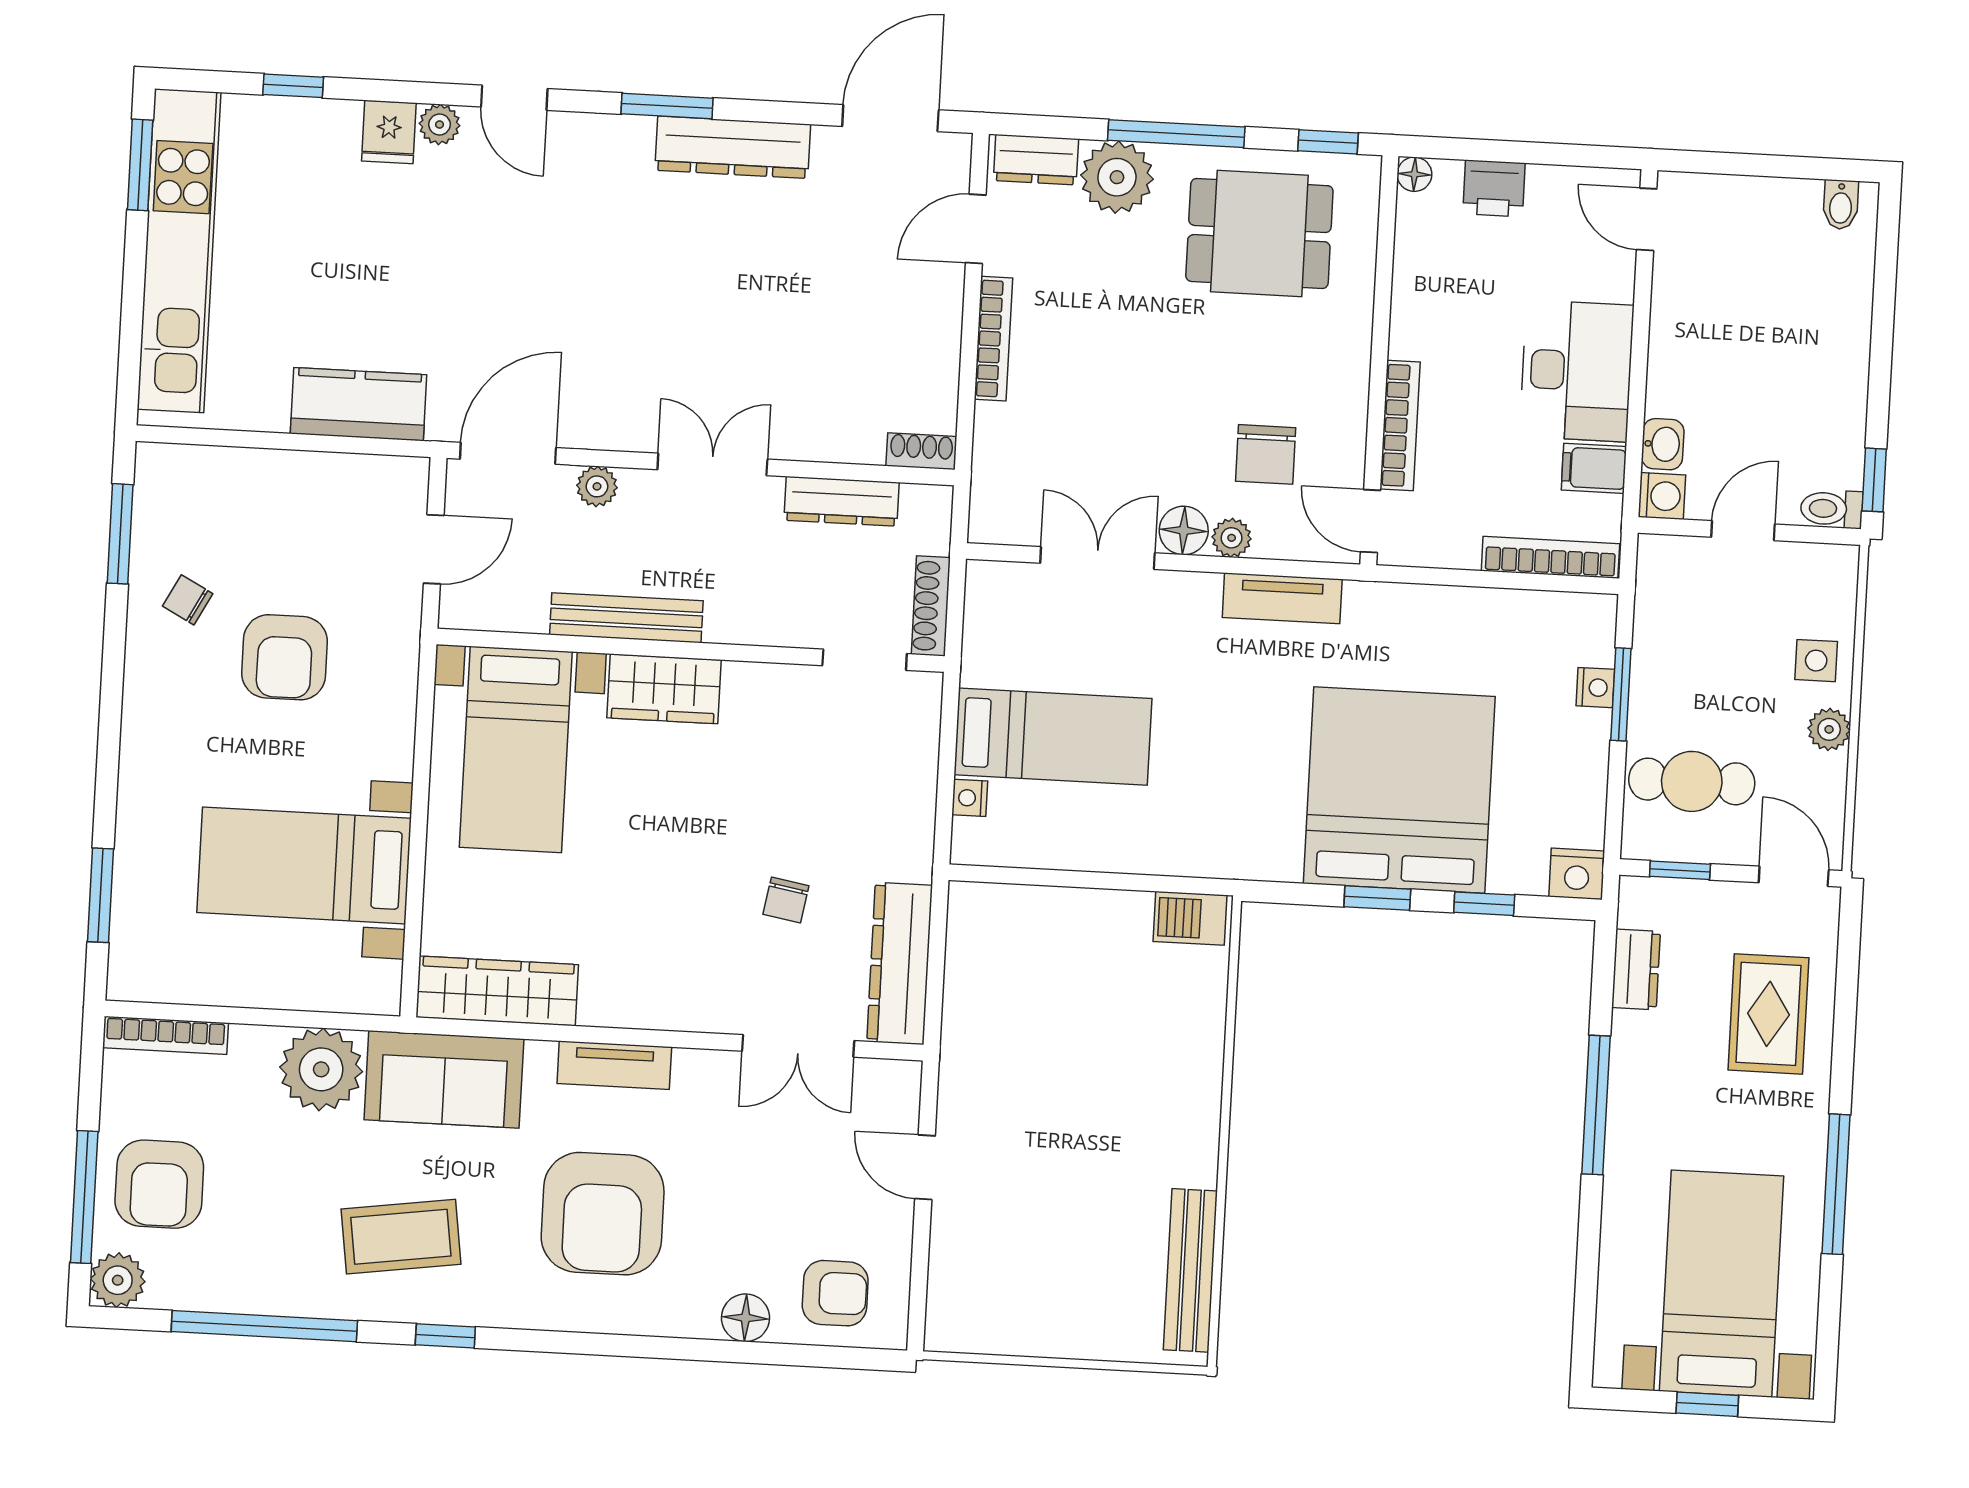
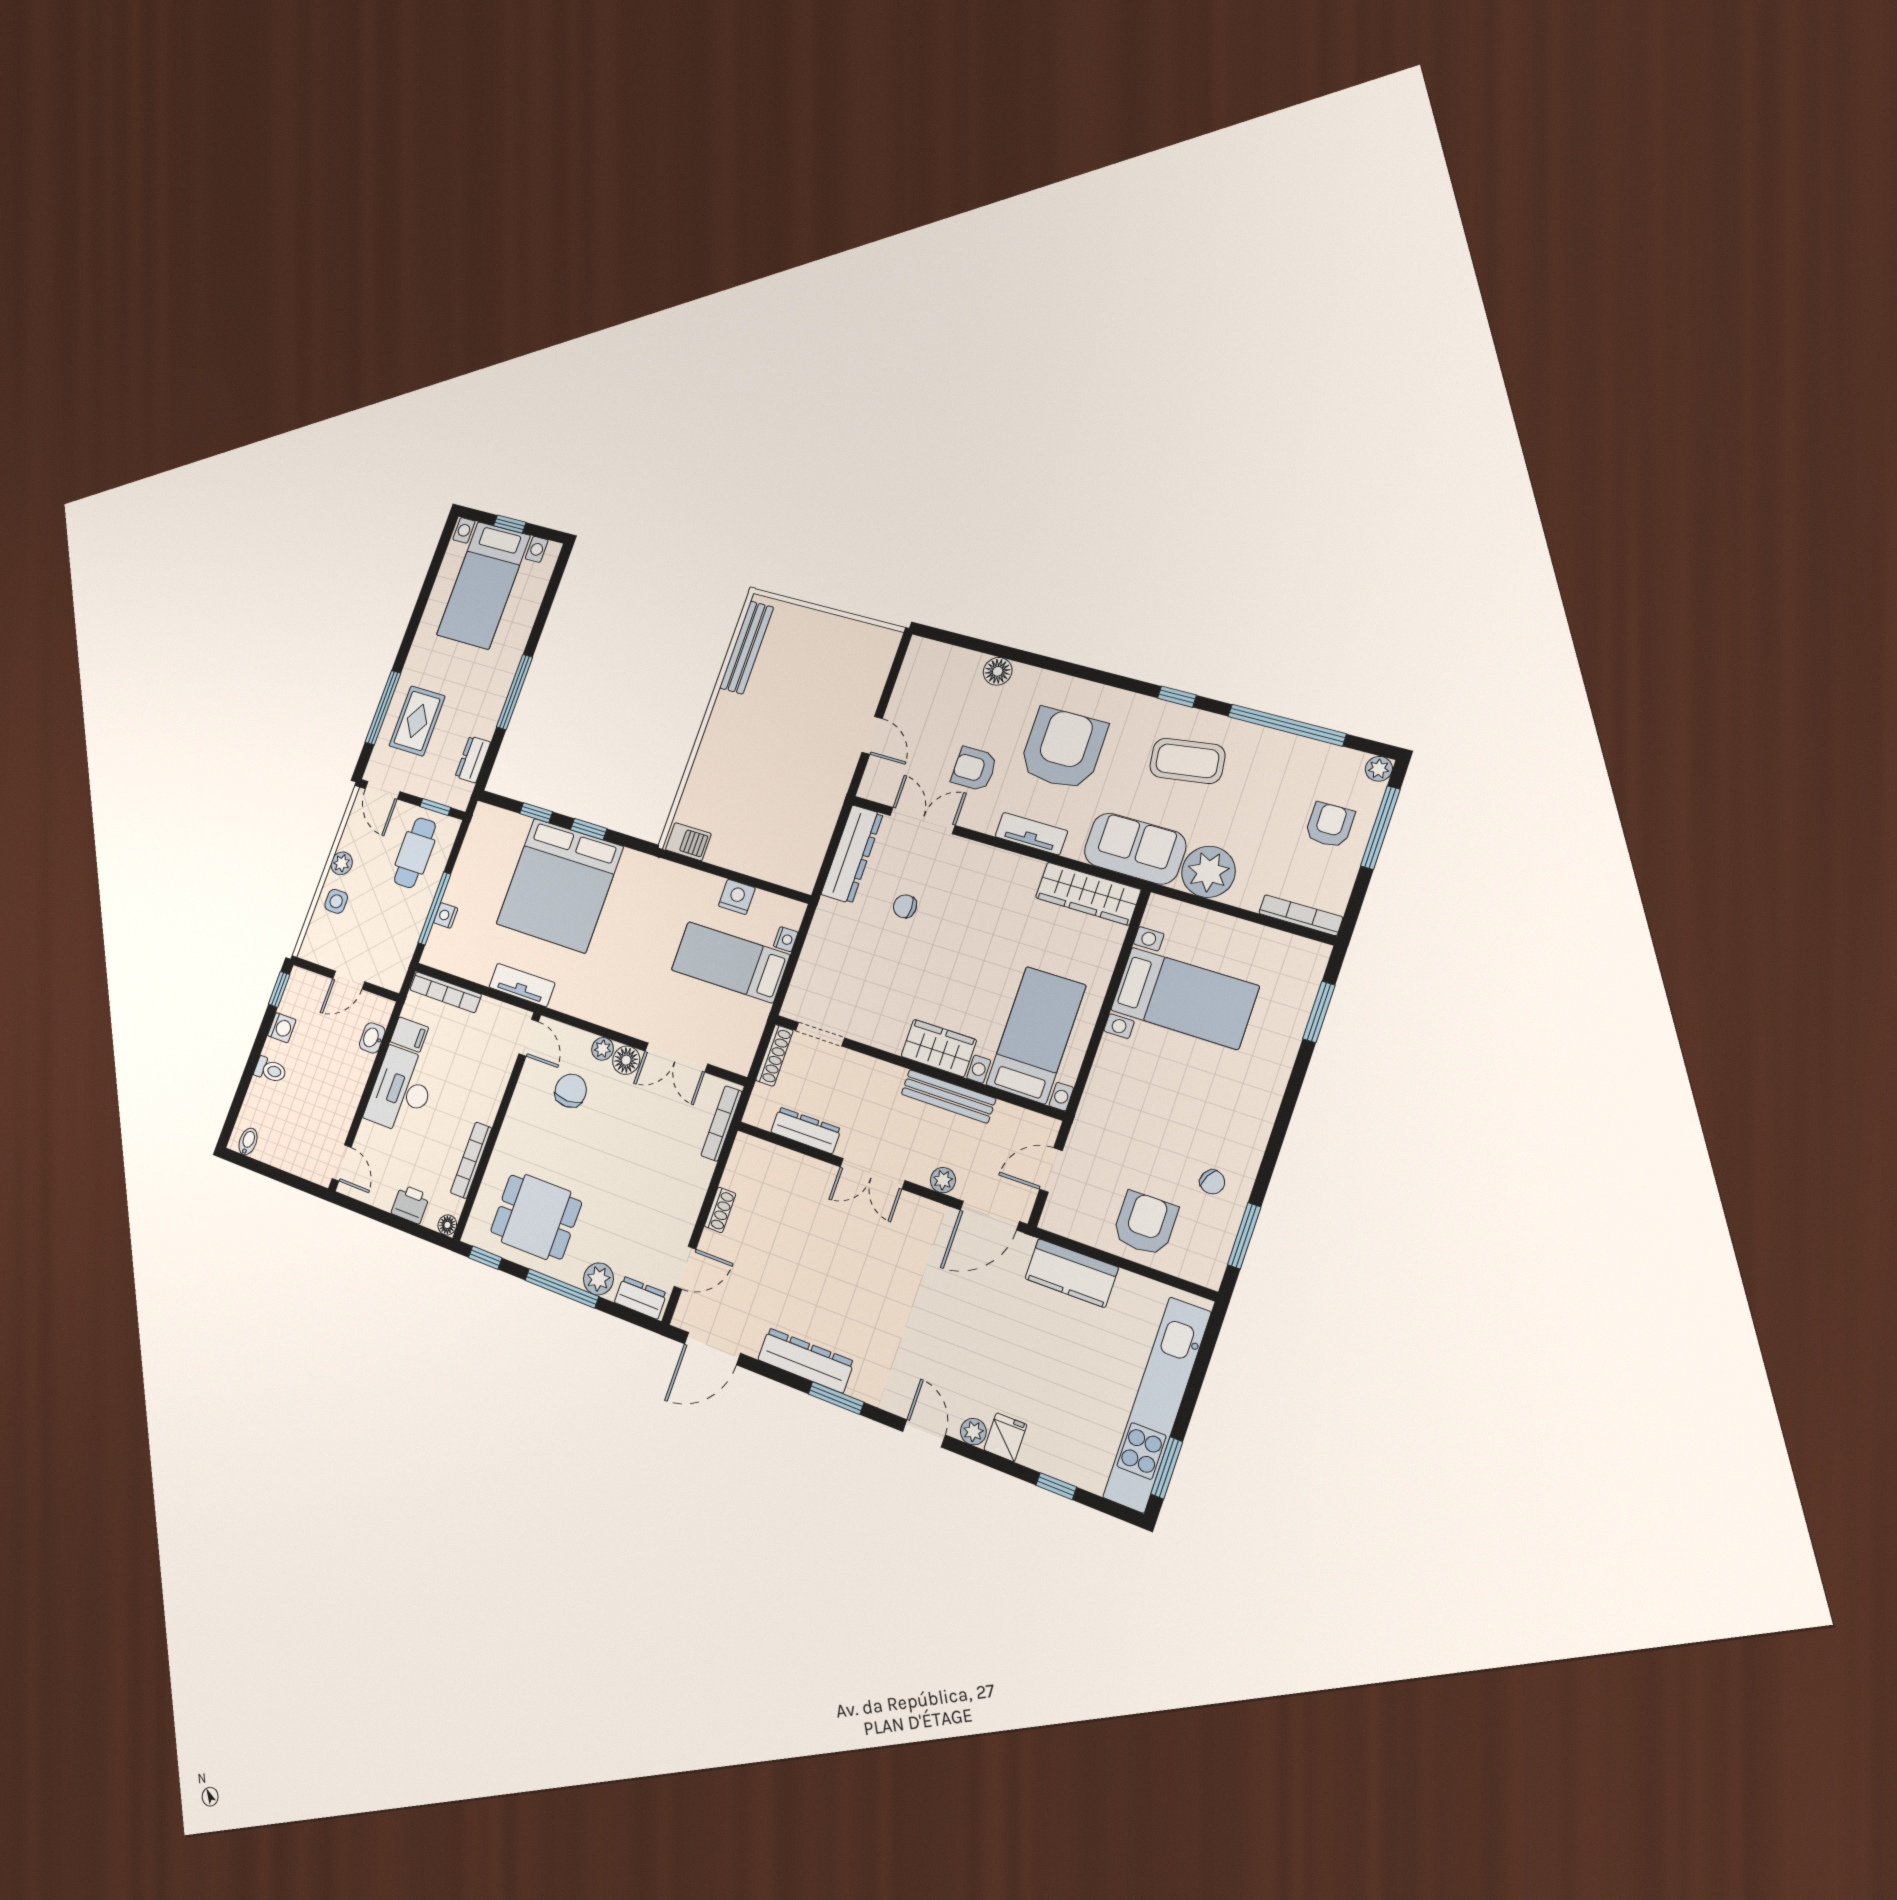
plant: (1117, 177) -> (598, 1279), width x0.73, depth x0.73
bookcase: (993, 339) -> (721, 1123), moved
bookcase: (1400, 425) -> (471, 1160), moved
shoe rack: (921, 451) -> (720, 1210), moved, turned -90
washing machine: (1662, 496) -> (282, 1028), moved, turned 180
toilet: (1832, 509) -> (270, 1070), moved
tv unit: (1282, 598) -> (522, 985), moved
armchair: (285, 657) -> (1145, 1223), moved
window: (1621, 694) -> (434, 908), width x1.44
cafe table: (1692, 781) -> (415, 853), turned 90
nightstand: (1577, 874) -> (737, 897), moved
chair: (786, 900) -> (905, 906), turned -100
armchair: (159, 1184) -> (1330, 825), width x0.72, depth x0.72
window: (1836, 1184) -> (383, 708), moved
plant: (118, 1280) -> (1379, 769), width x0.73, depth x0.73
armchair: (835, 1293) -> (974, 769), moved

